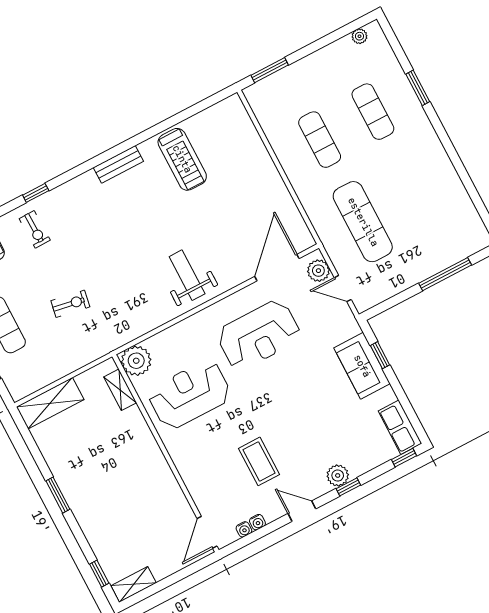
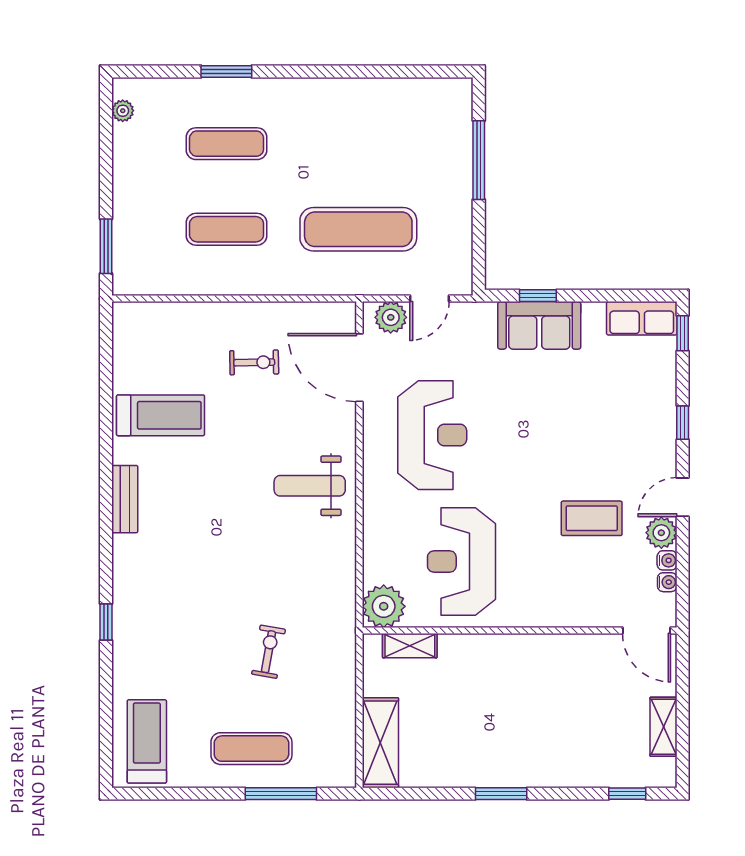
exercise bike: (35, 229) -> (254, 362), moved
plant: (338, 475) -> (661, 533), moved
shelving: (134, 584) -> (663, 727), moved

